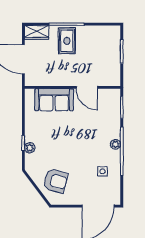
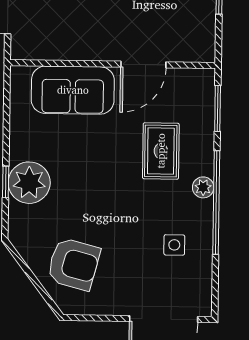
door: (87, 87) -> (143, 64), hinge flipped
rug: (96, 128) -> (161, 151), added
plant: (30, 148) -> (29, 183), width x1.87, depth x1.87

